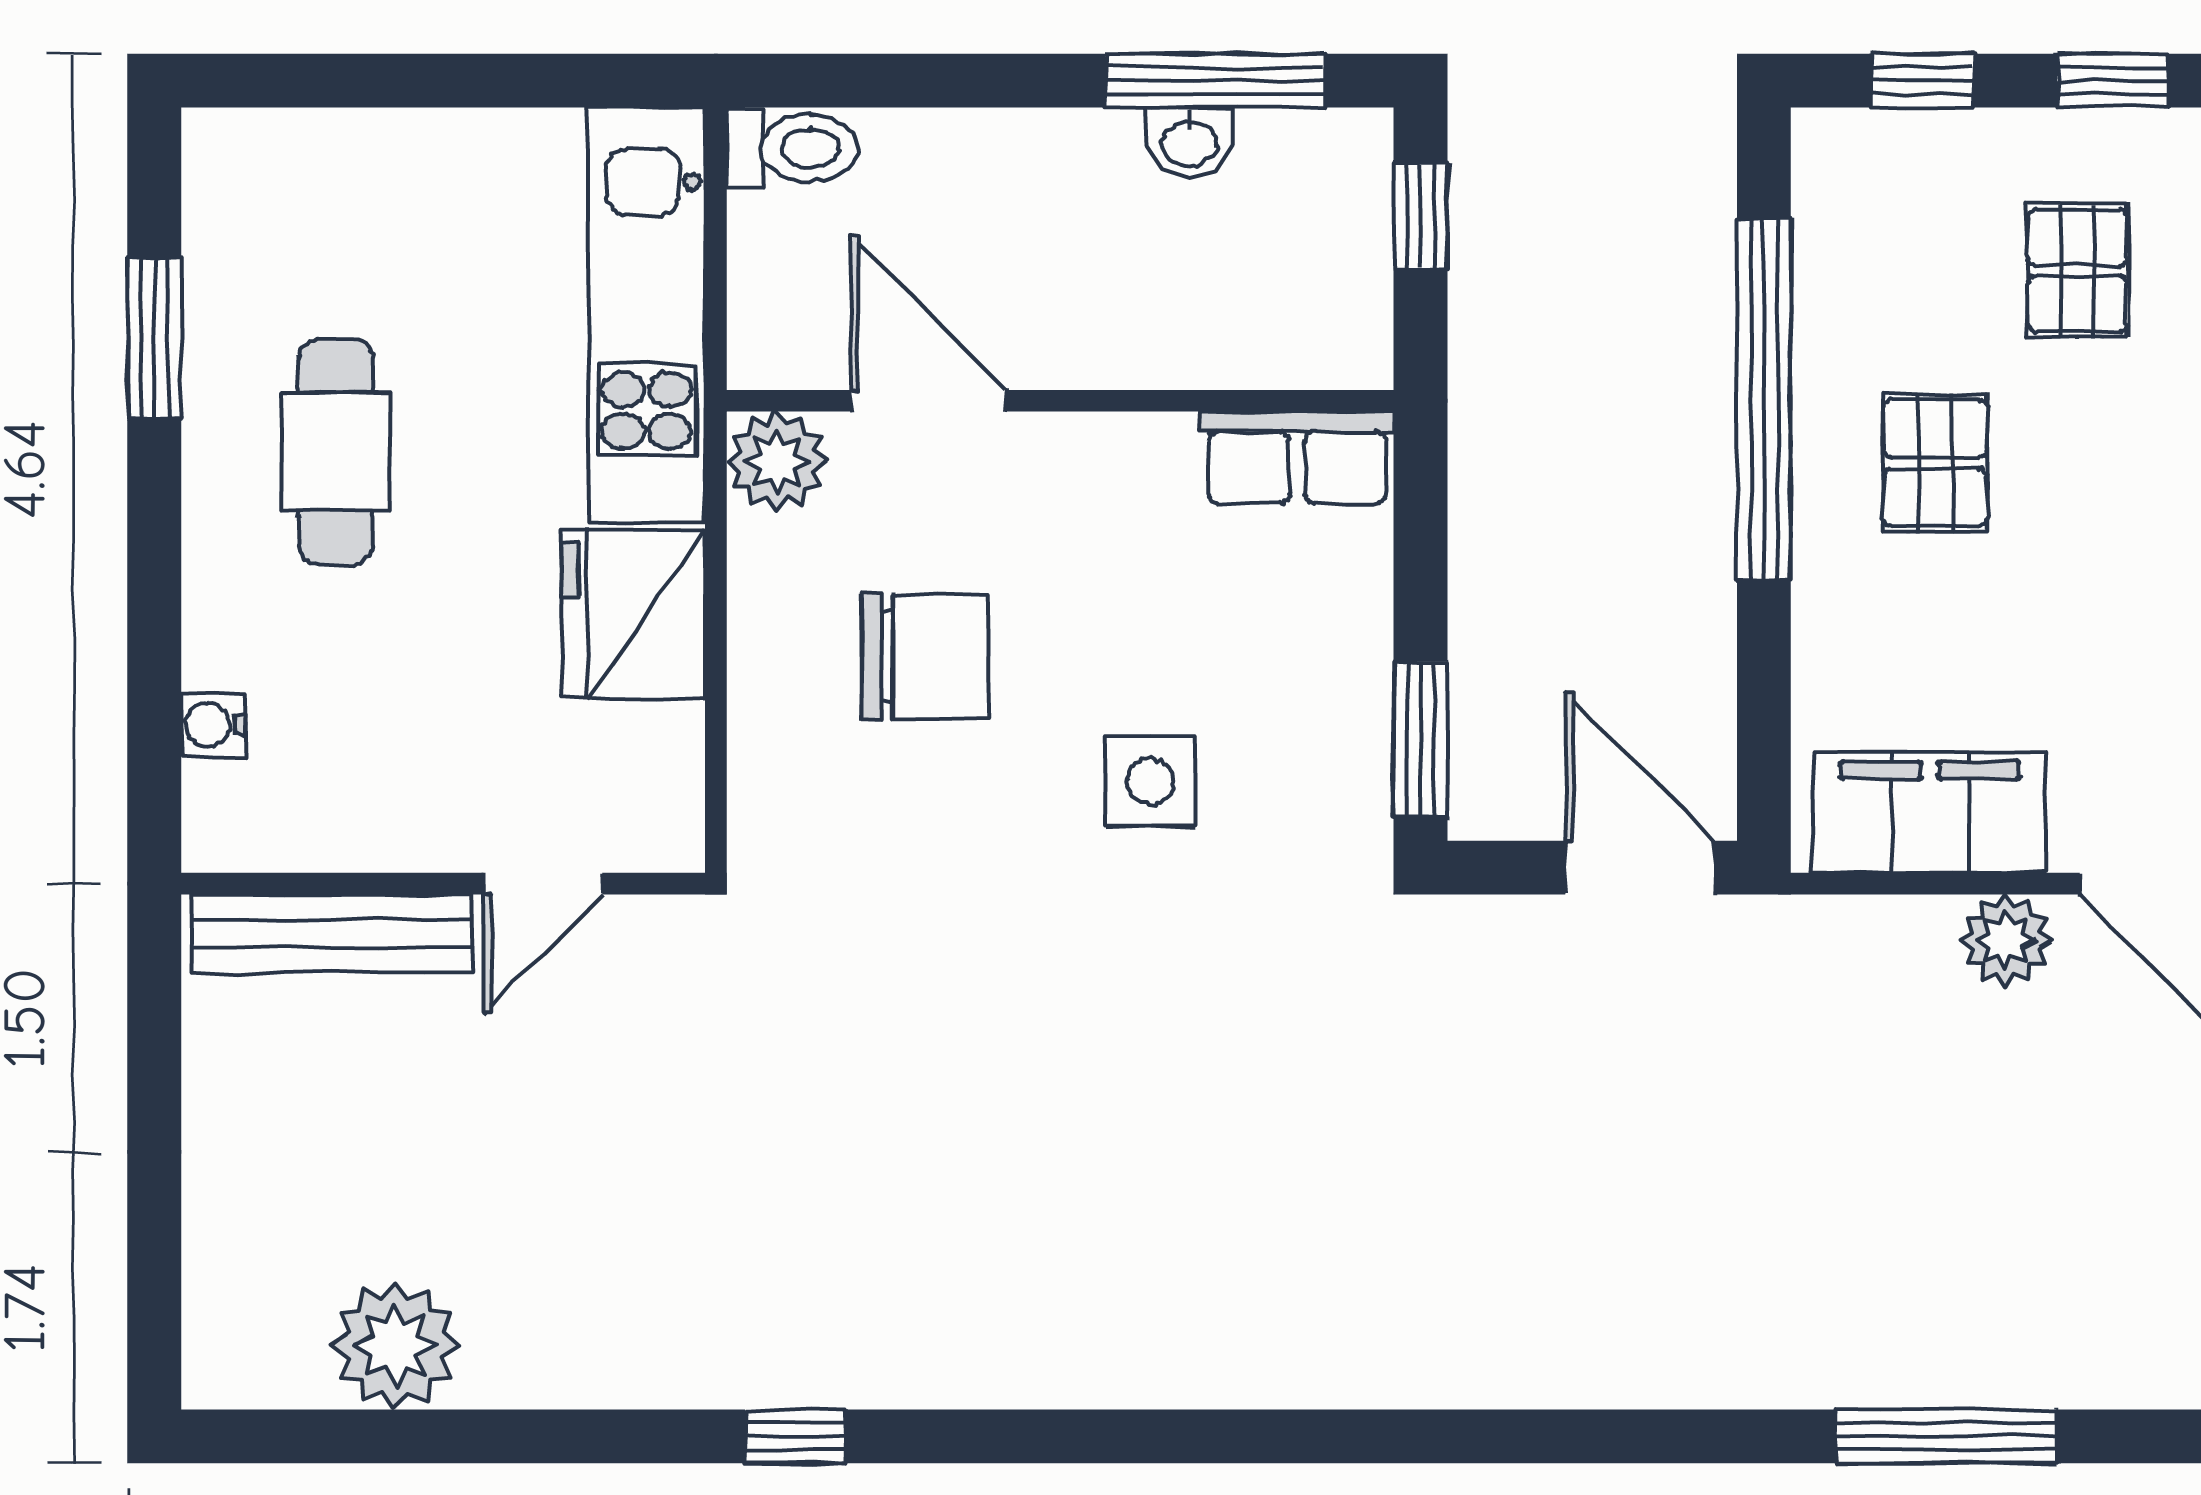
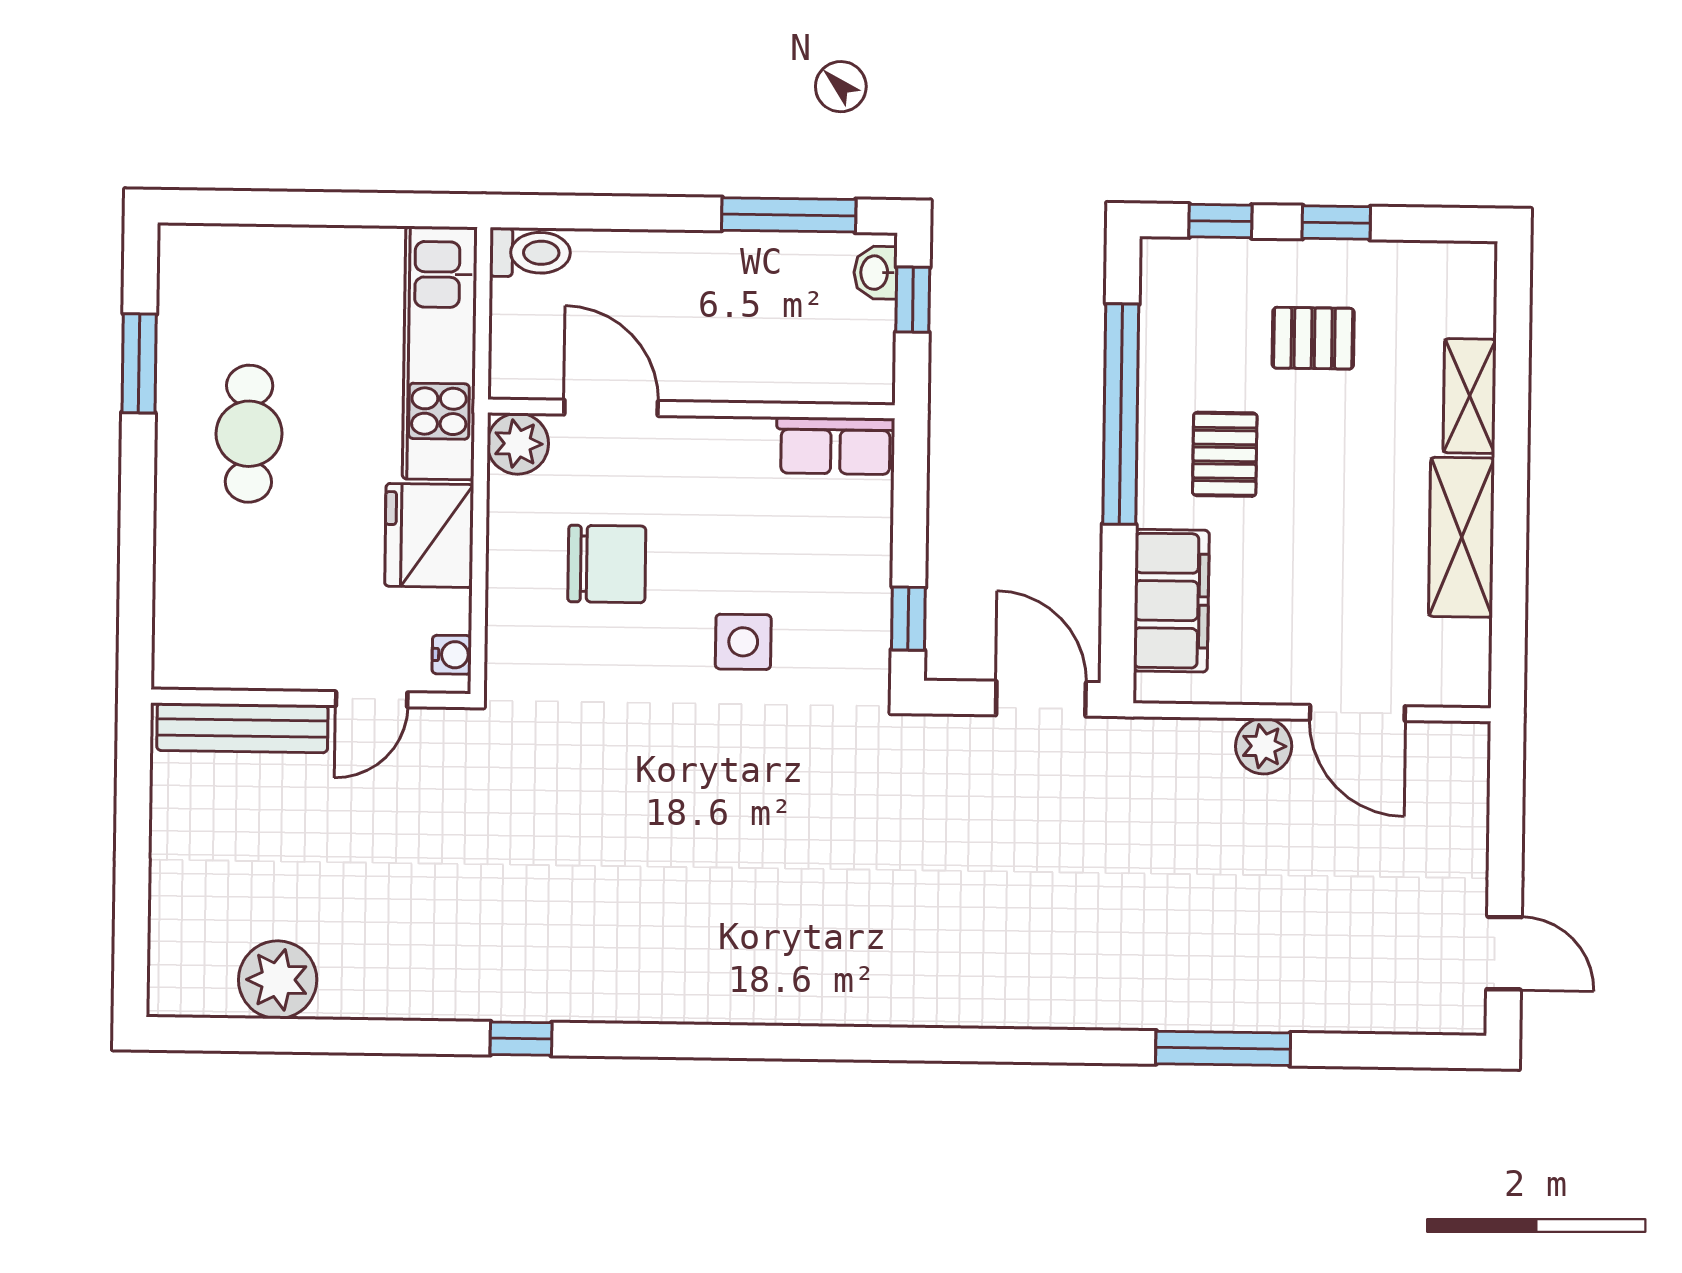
washbasin: (1190, 142) -> (875, 273), moved, turned 90
pallet: (2077, 271) -> (1313, 338), turned 90
water cooler: (213, 725) -> (452, 655), moved, turned 180
window: (1421, 739) -> (908, 619), width x0.67
filing cabinet: (1930, 813) -> (1171, 601), moved, turned 90

